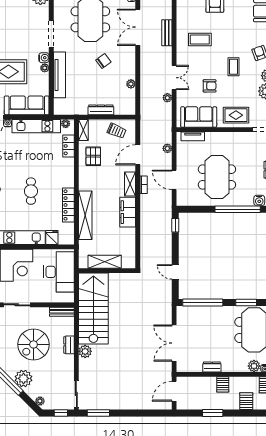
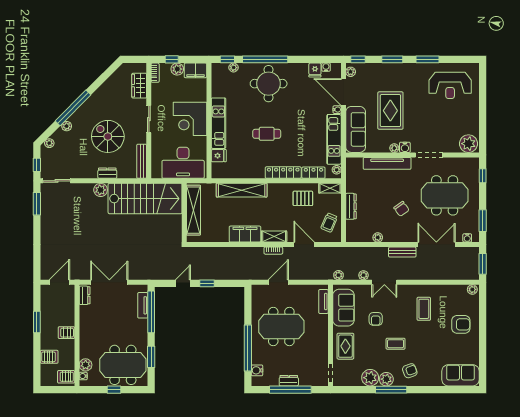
bench: (167, 33) -> (402, 252), moved
plant: (167, 148) -> (338, 275), moved
locker: (68, 205) -> (283, 173), moved
window: (175, 225) -> (207, 283), moved
shelving: (105, 262) -> (193, 210), width x1.47
tv unit: (196, 311) -> (143, 305), added
bench: (62, 312) -> (142, 161), width x1.36
dresser: (212, 367) -> (85, 295), moved
plant: (23, 378) -> (67, 126), width x0.53, depth x0.53
door: (174, 391) -> (59, 282), hinge flipped

